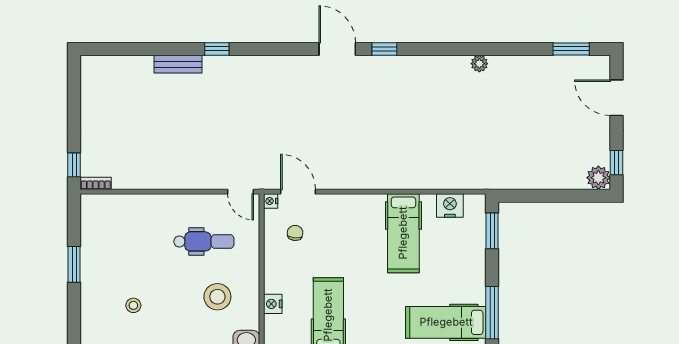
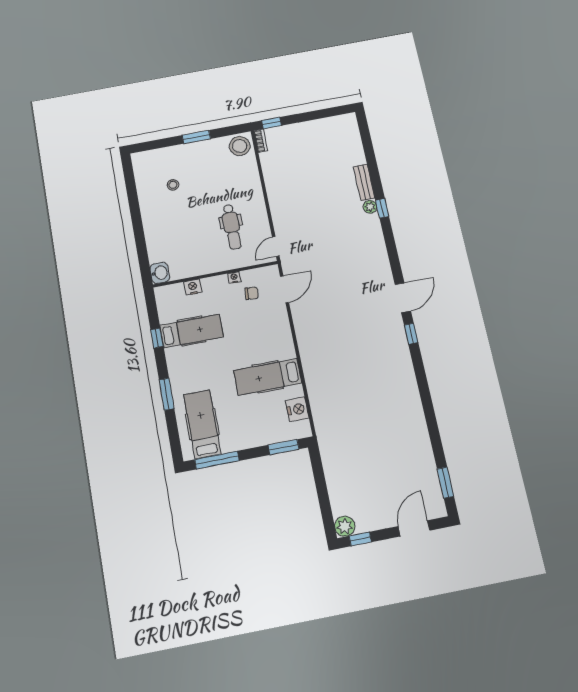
plant: (479, 64) -> (370, 207), moved
nightstand: (271, 201) -> (234, 278), moved
stool: (217, 297) -> (240, 146), moved

